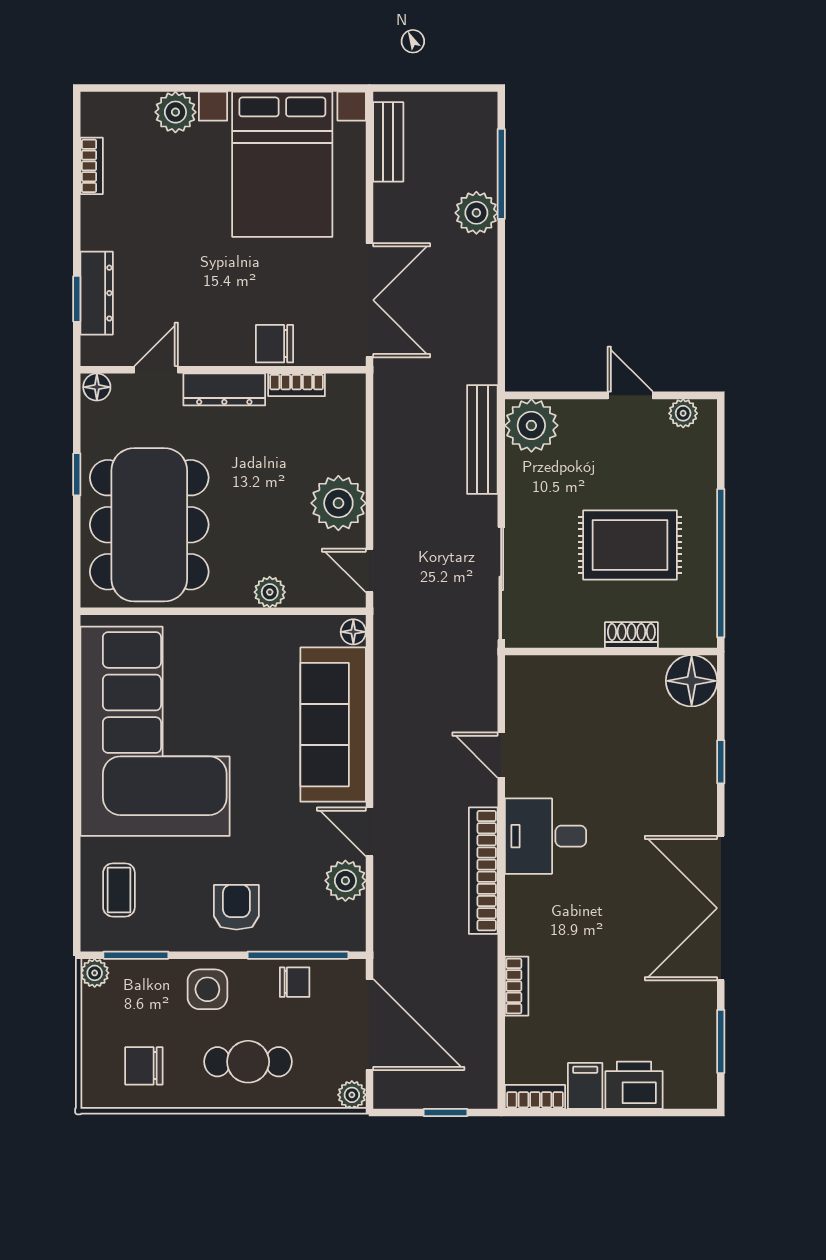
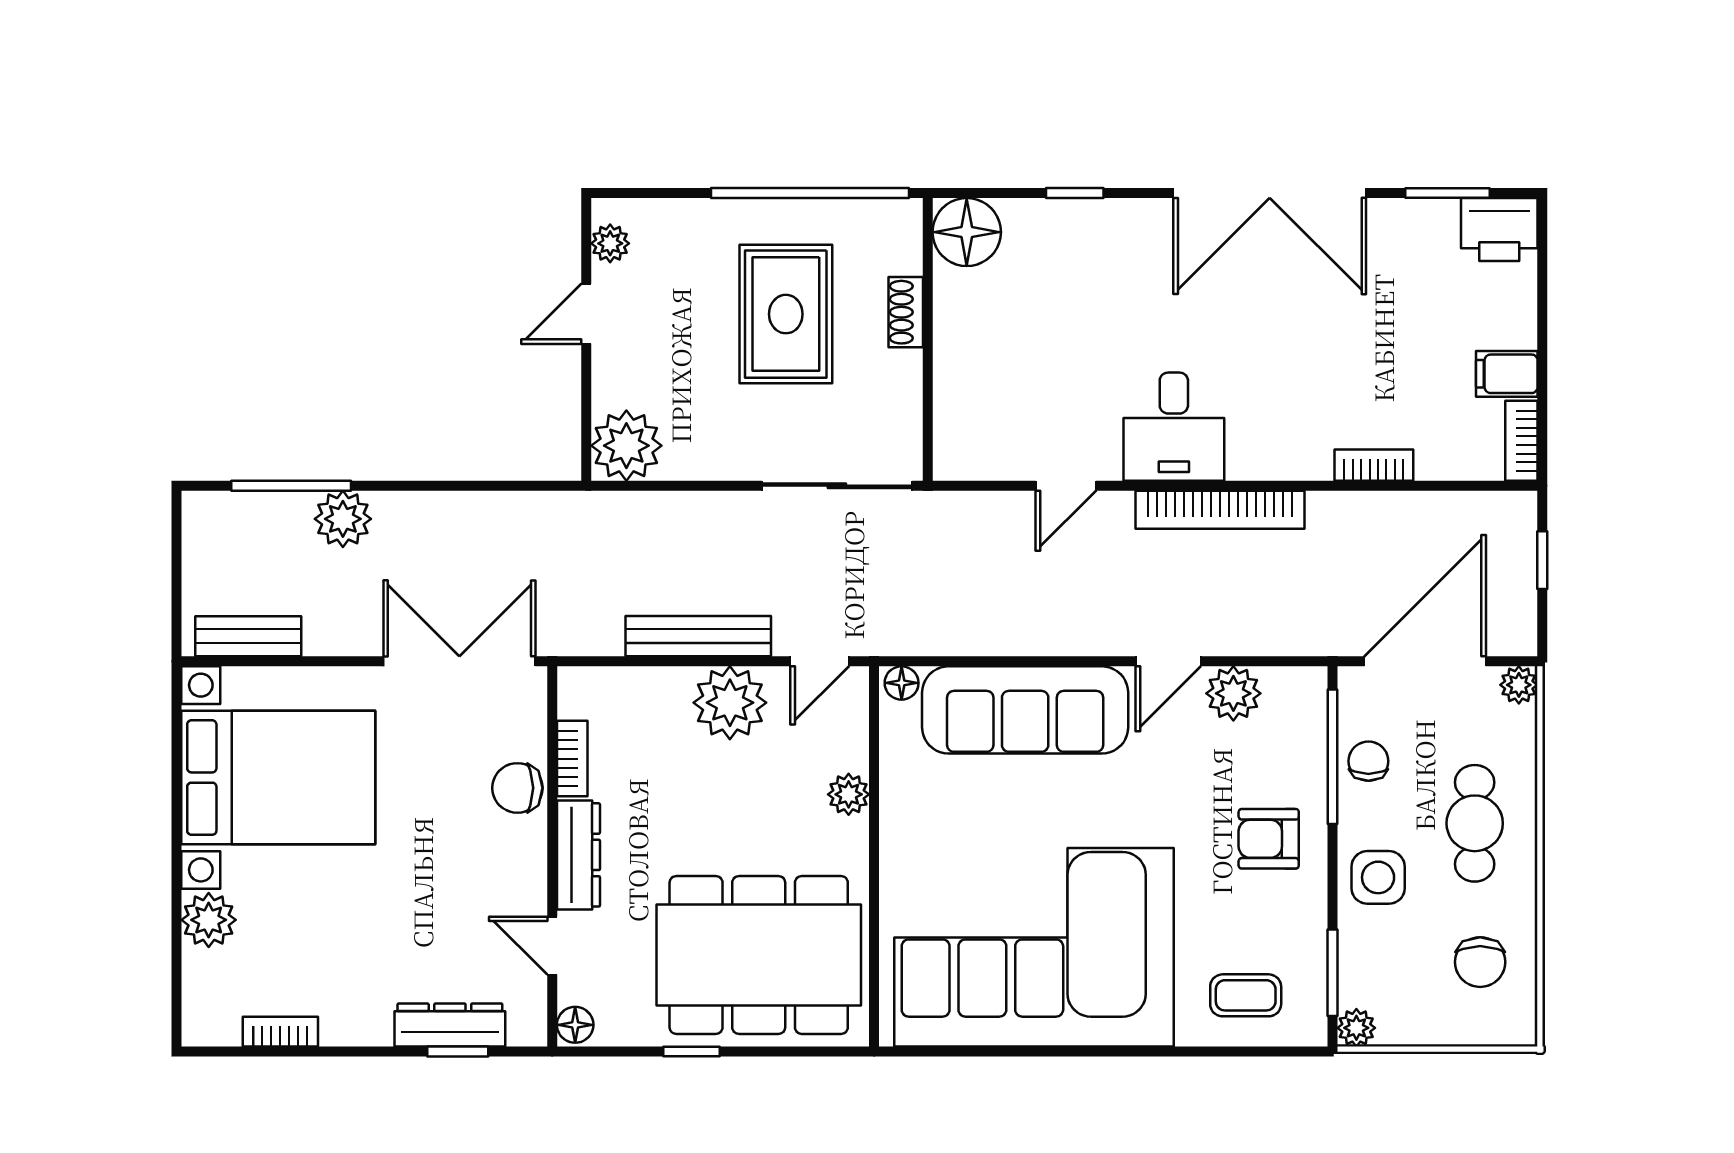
chair: (275, 344) -> (517, 788), turned 90
bench: (482, 439) -> (698, 636), moved
printer: (634, 1085) -> (1499, 229), moved, turned -90

